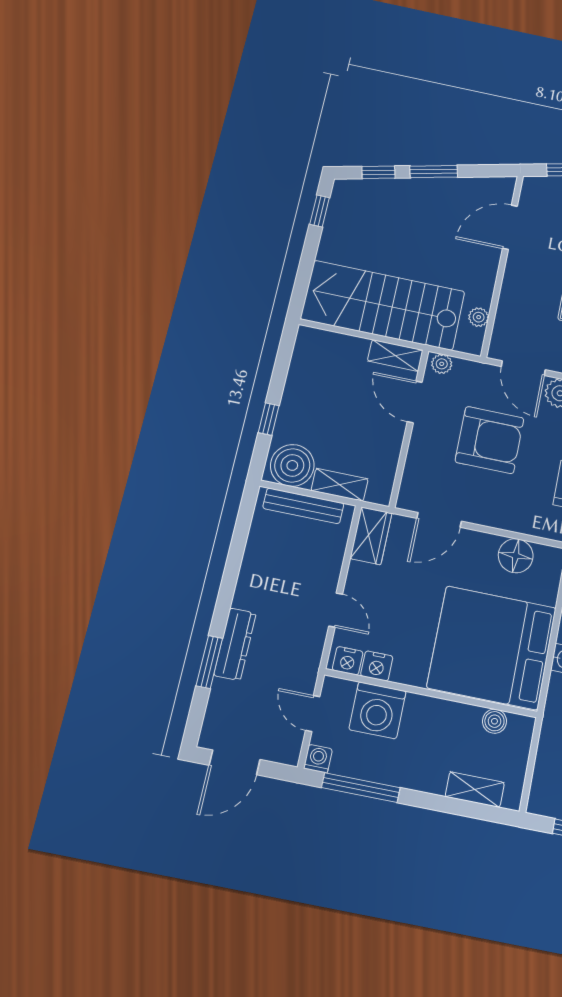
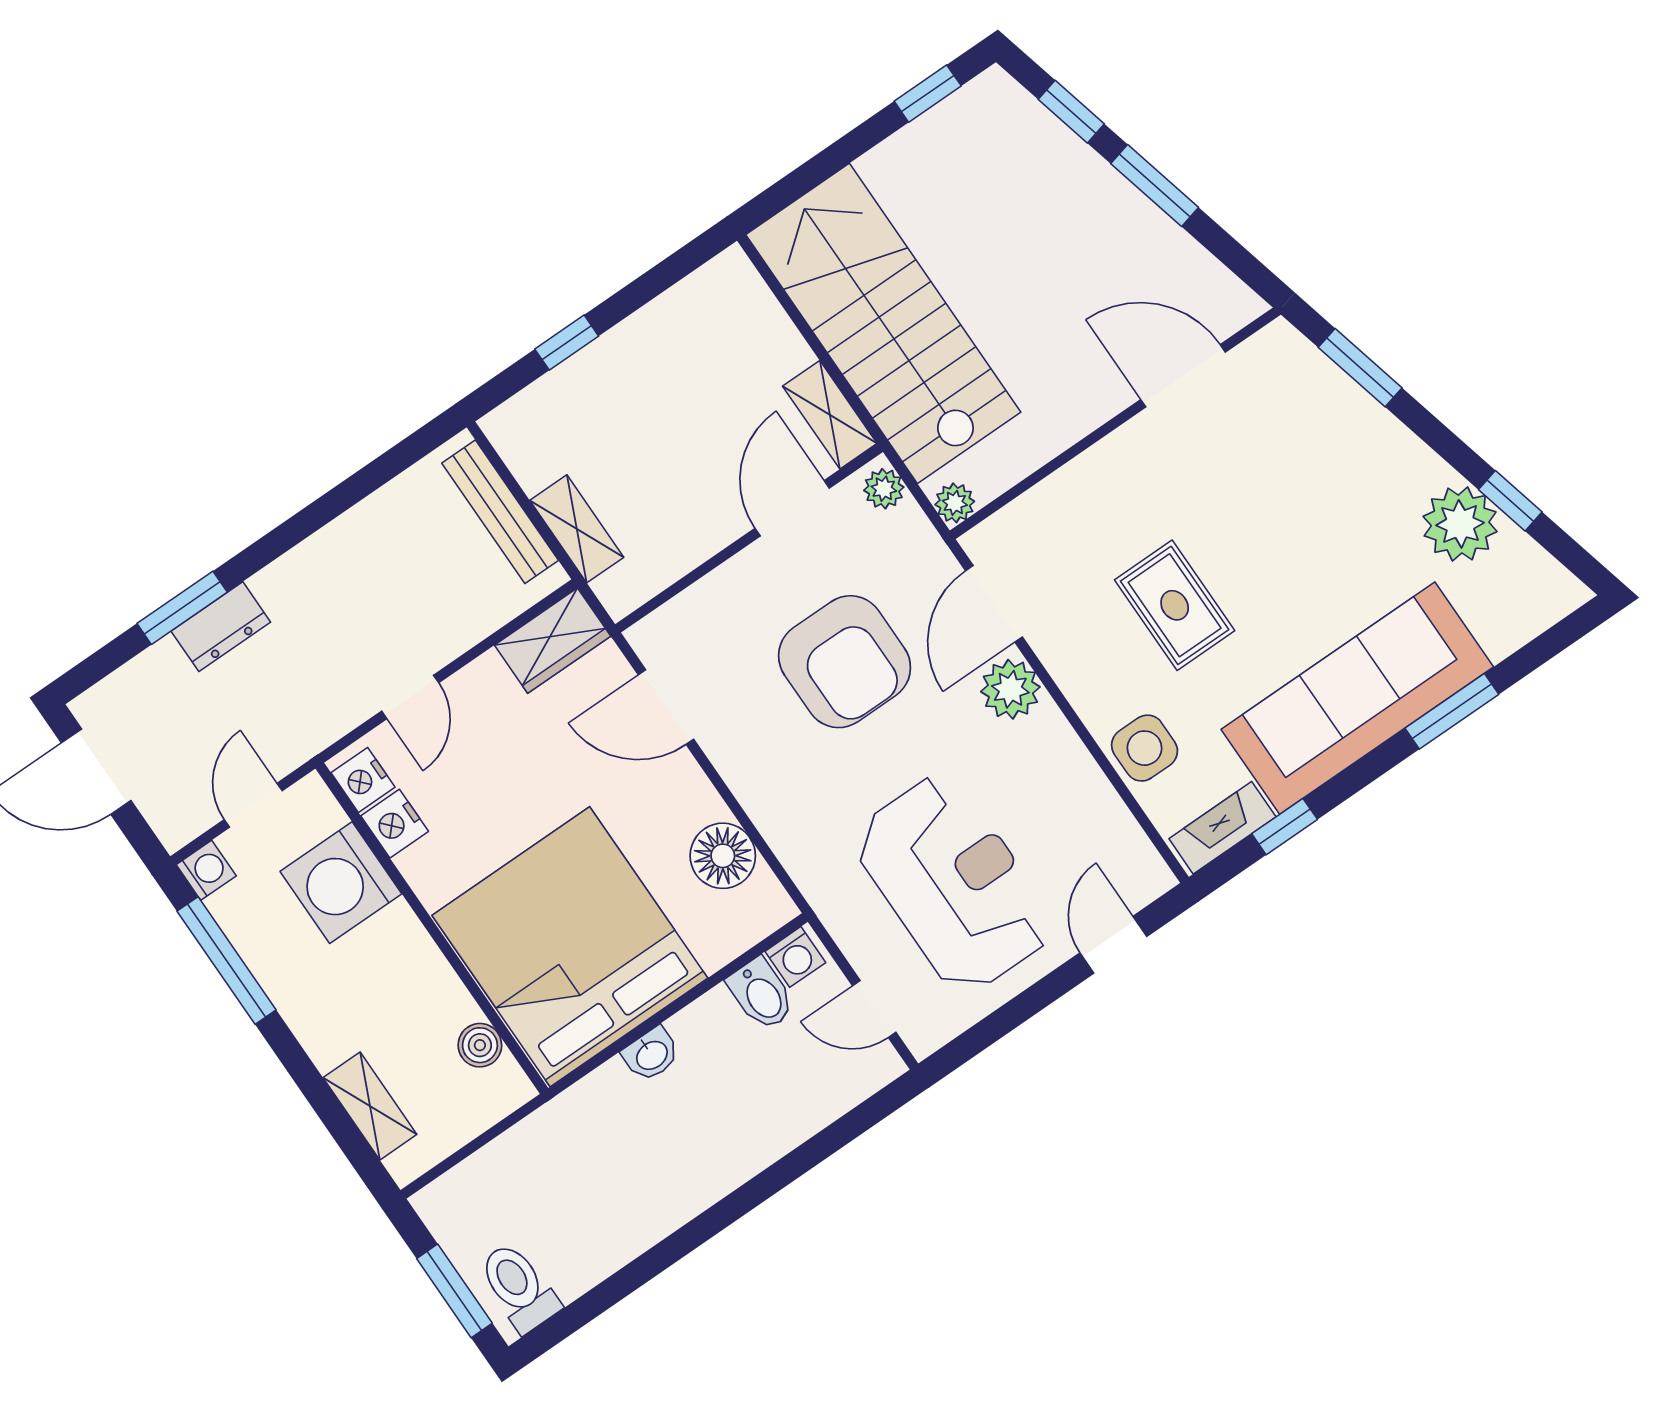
plant: (479, 317) -> (955, 503), moved
boiler: (292, 465) -> (538, 440), removed
dresser: (235, 644) -> (221, 627), width x0.70

